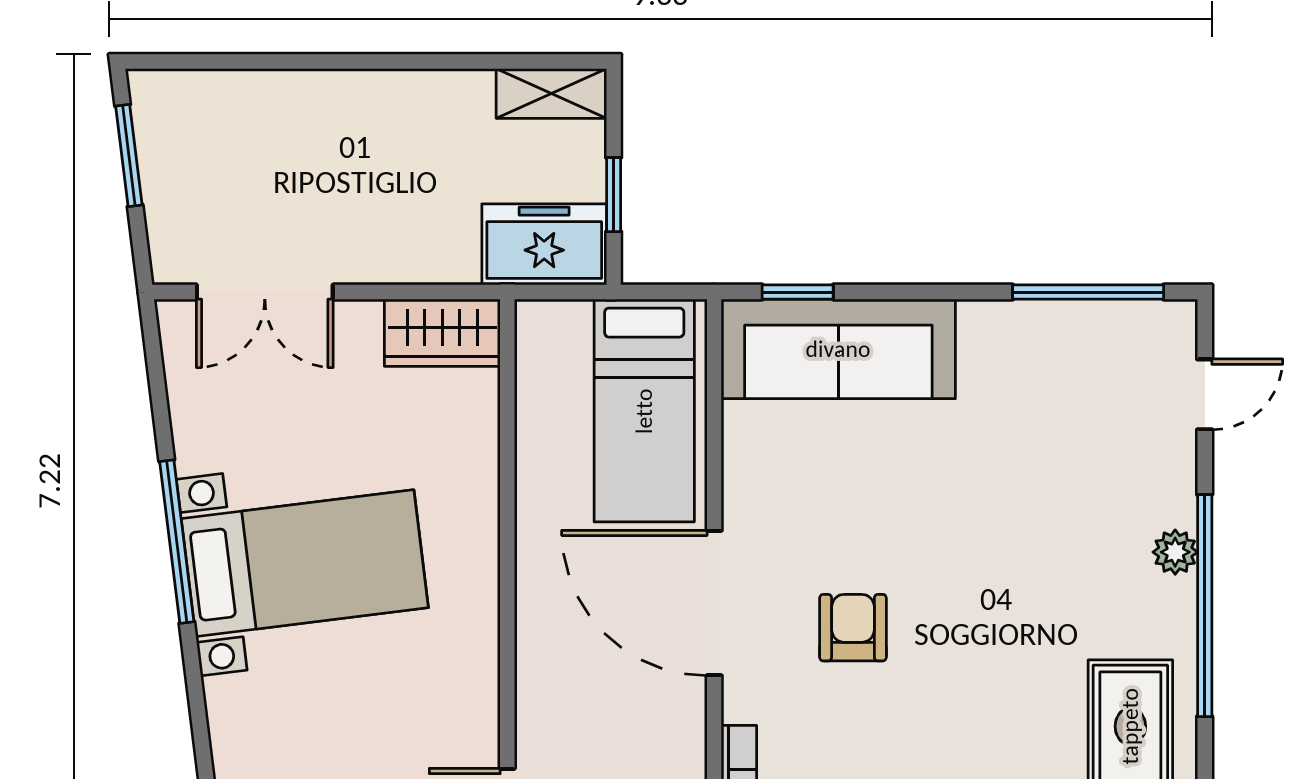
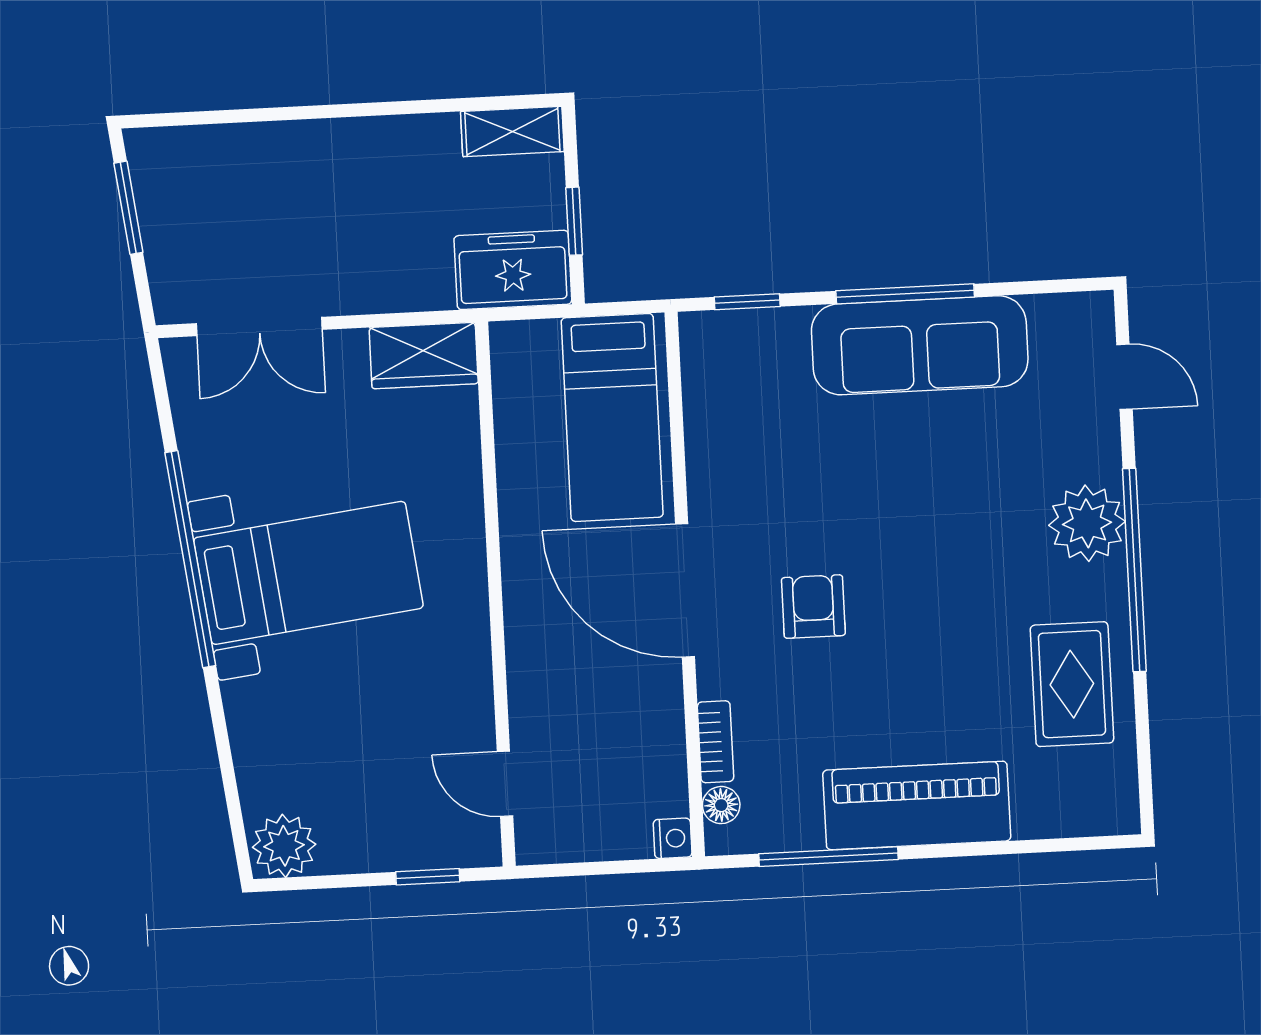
window: (1088, 292) -> (905, 294), moved
sofa: (838, 349) -> (920, 345), moved
door: (1205, 394) -> (1125, 377), hinge flipped
window: (177, 542) -> (190, 559), width x1.46
plant: (1175, 552) -> (1087, 523), width x1.88, depth x1.88

